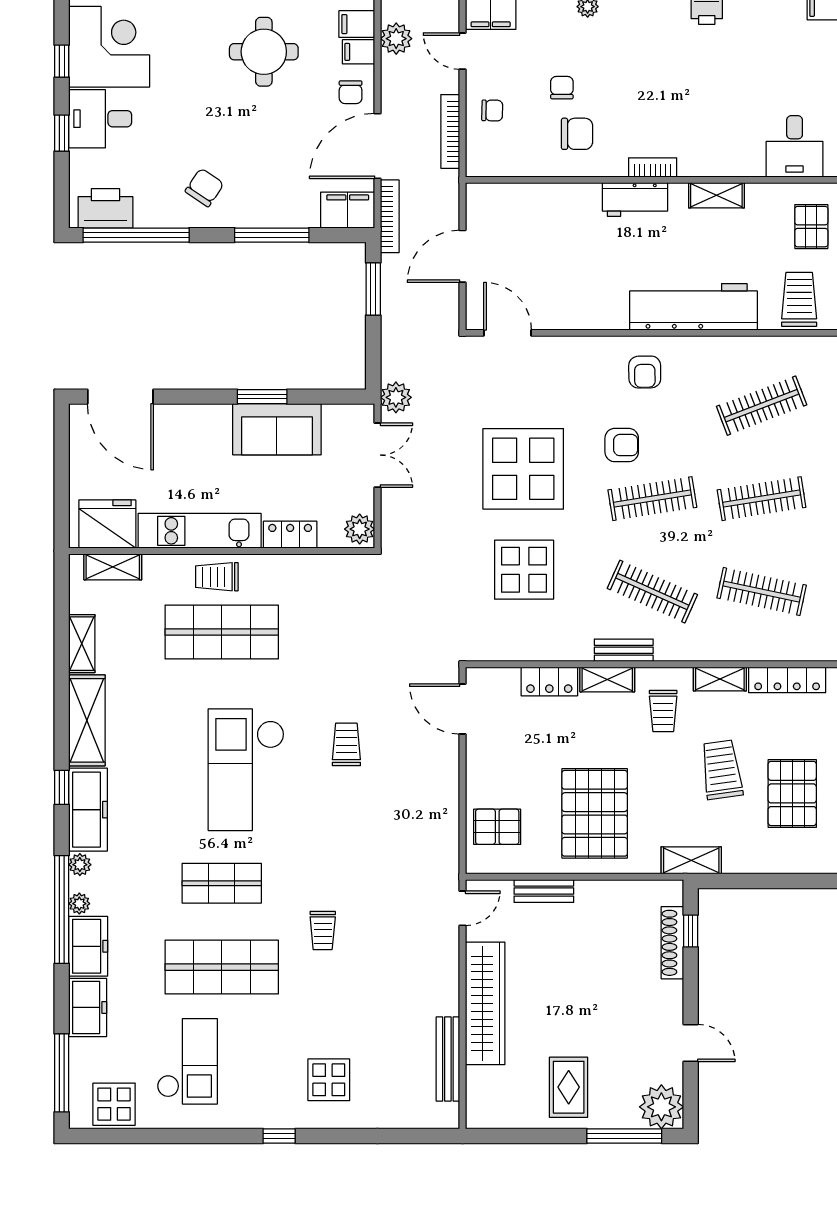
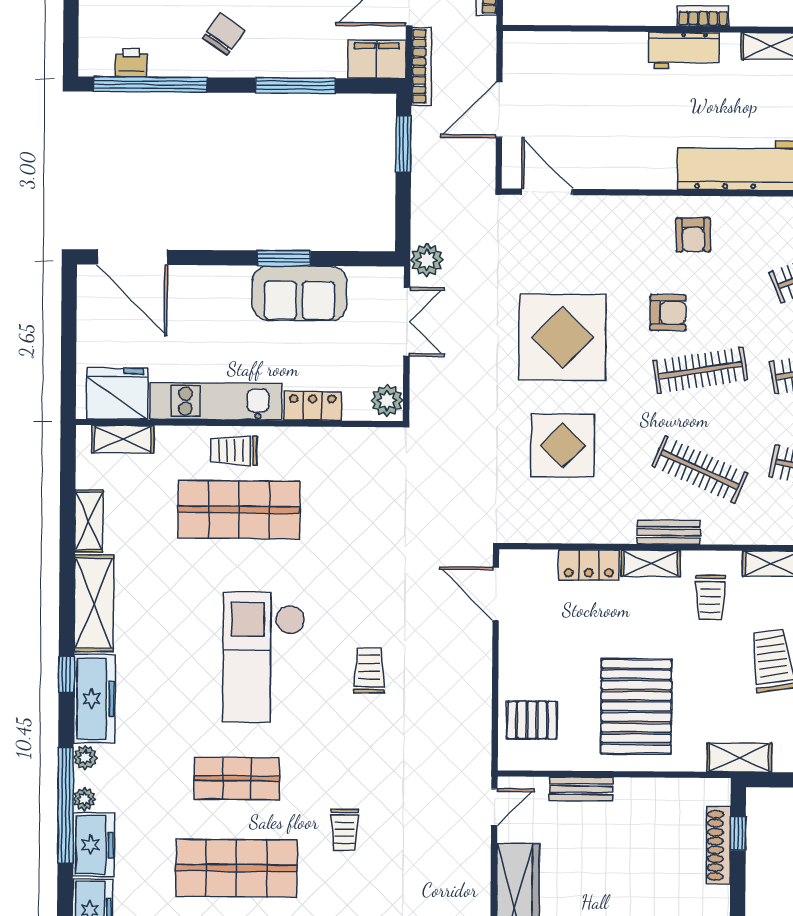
printer: (106, 208) -> (131, 63), width x0.53, depth x0.68
trolley: (346, 744) -> (369, 670), moved

